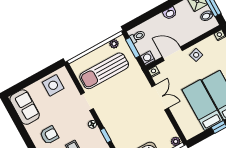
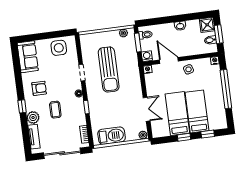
sun lounger: (104, 71) -> (109, 69), moved, turned -90
double door: (160, 97) -> (147, 109), moved

